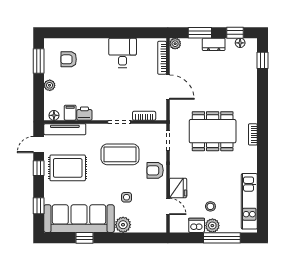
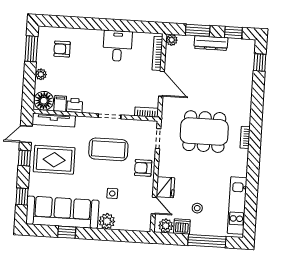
floor lamp: (240, 43) -> (238, 43), removed
dresser: (214, 44) -> (211, 43), width x1.44
floor lamp: (54, 115) -> (44, 101), width x1.89, depth x1.89
bookcase: (144, 116) -> (146, 112), moved
plant: (212, 226) -> (166, 226), moved

